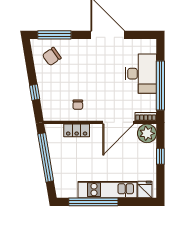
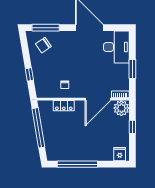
desk: (141, 74) -> (116, 47), moved
window: (160, 86) -> (132, 69), width x0.47
kitchen unit: (107, 190) -> (89, 154), removed

